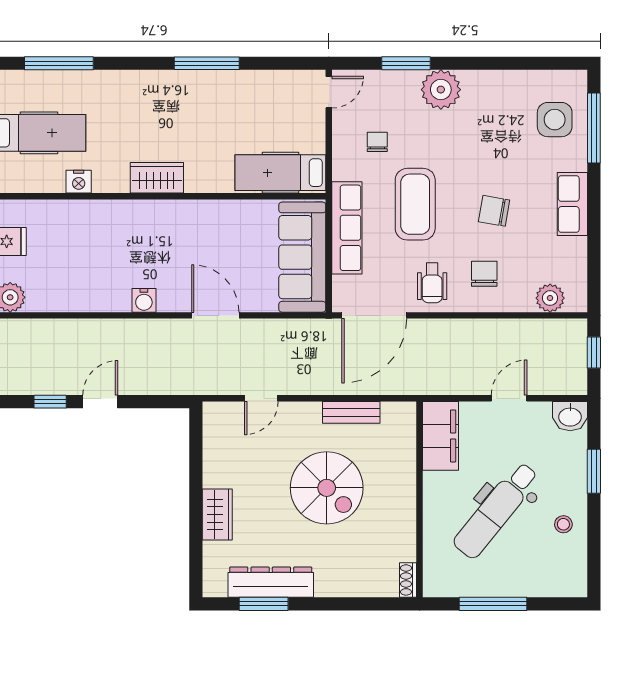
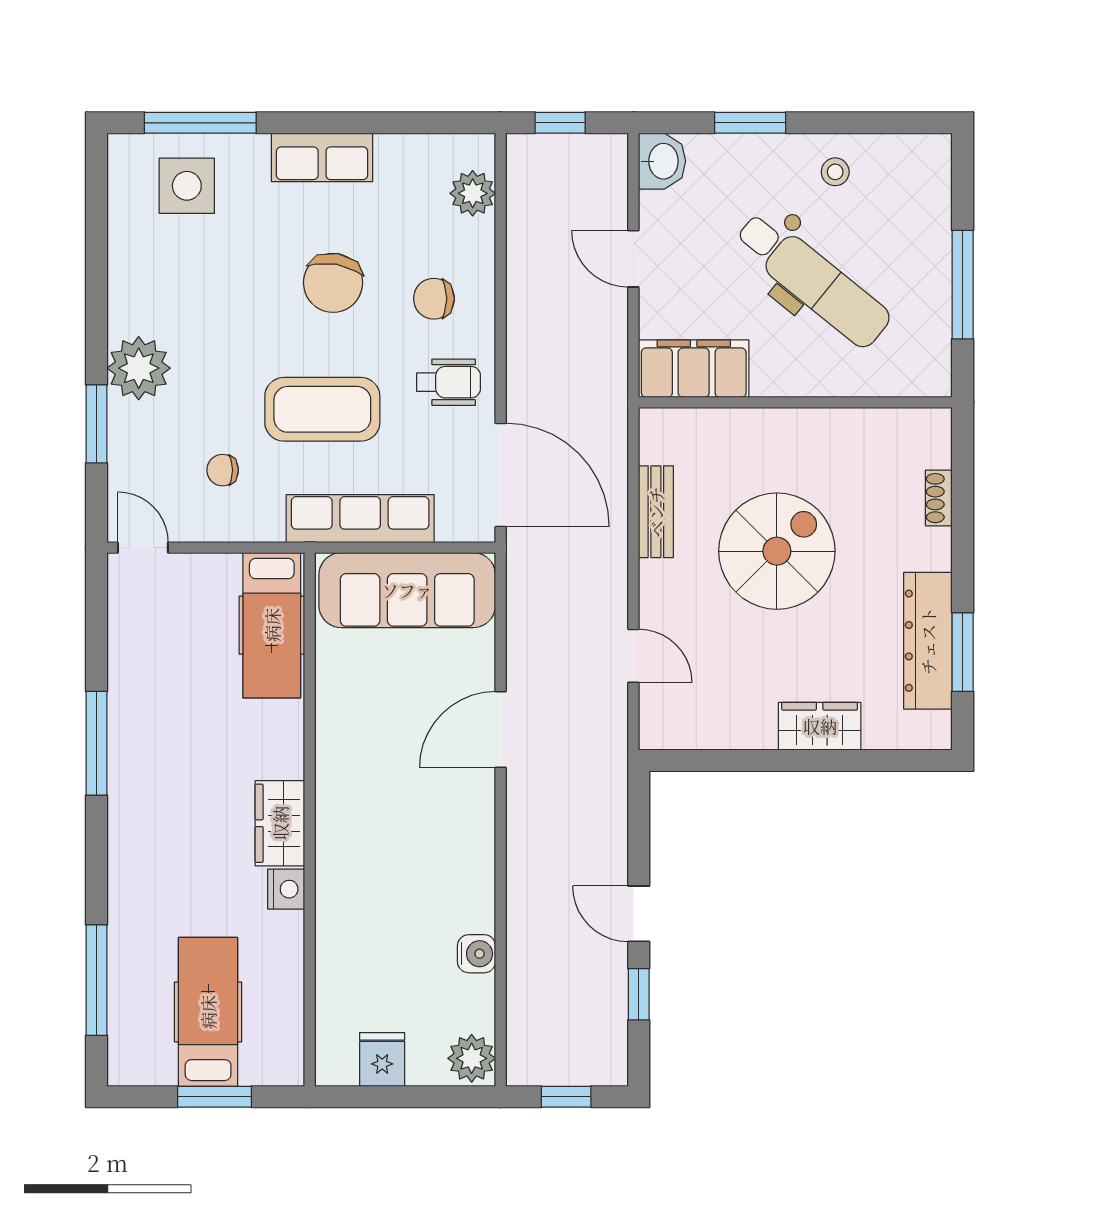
nightstand: (79, 182) -> (286, 889), moved
chair: (494, 211) -> (333, 283), width x1.37, depth x1.37
water cooler: (144, 300) -> (476, 954), moved
shoe rack: (408, 580) -> (939, 498), moved, turned 90

